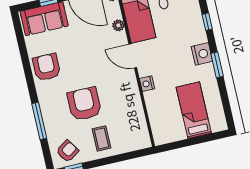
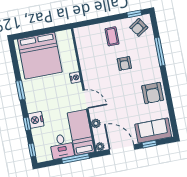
nightstand: (202, 54) -> (36, 120), moved
armchair: (84, 104) -> (124, 63), width x0.53, depth x0.53
bed: (194, 110) -> (40, 56), width x2.04

